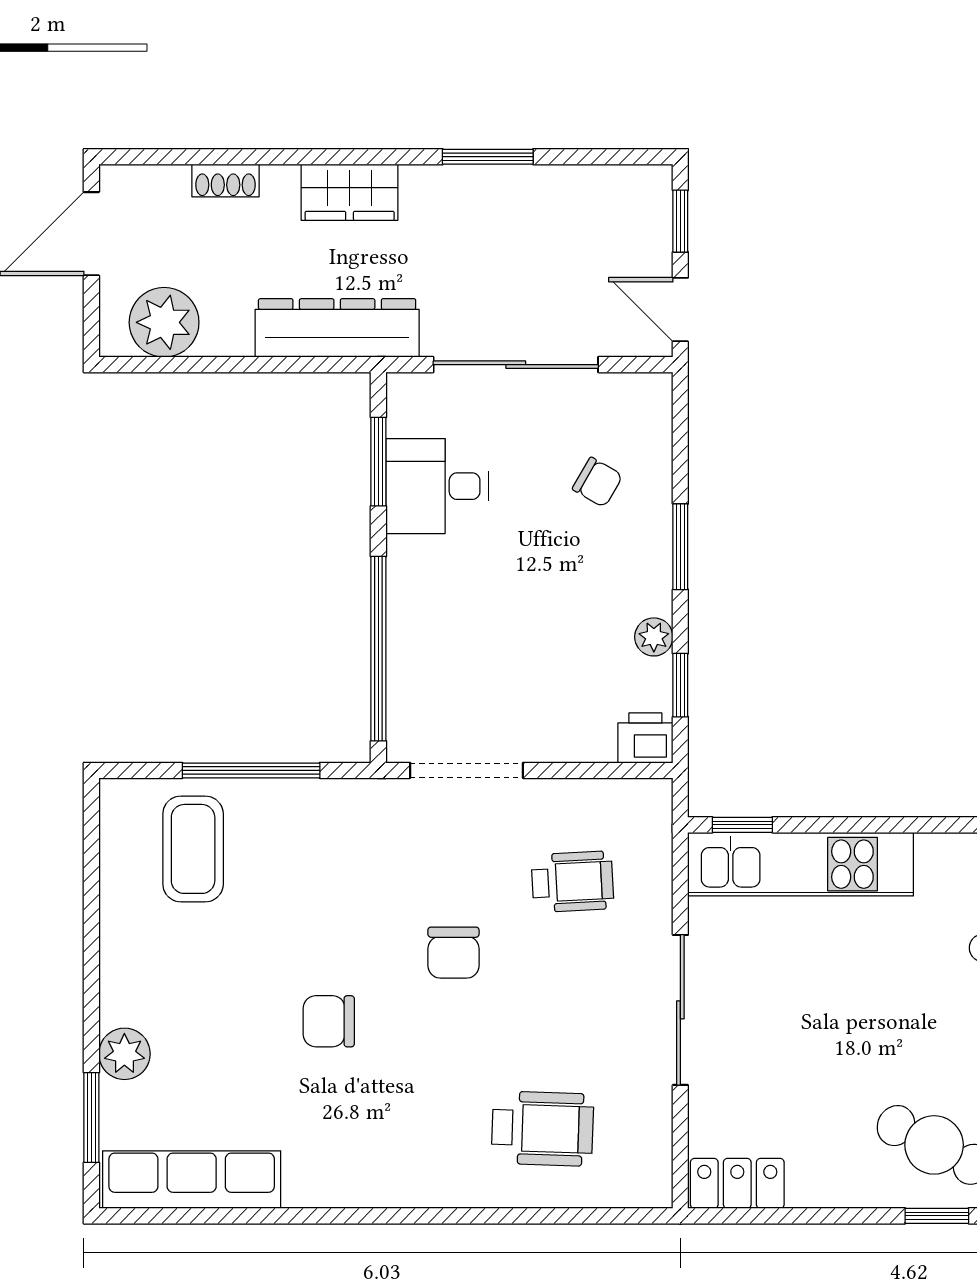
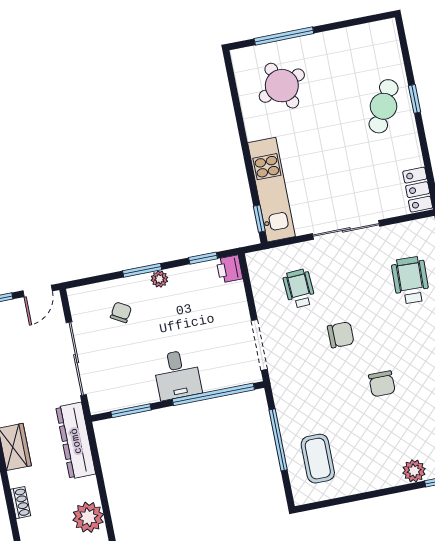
desk: (437, 486) -> (177, 375), moved
plant: (654, 637) -> (159, 279), moved
coffee table: (193, 849) -> (318, 459), turned 90

